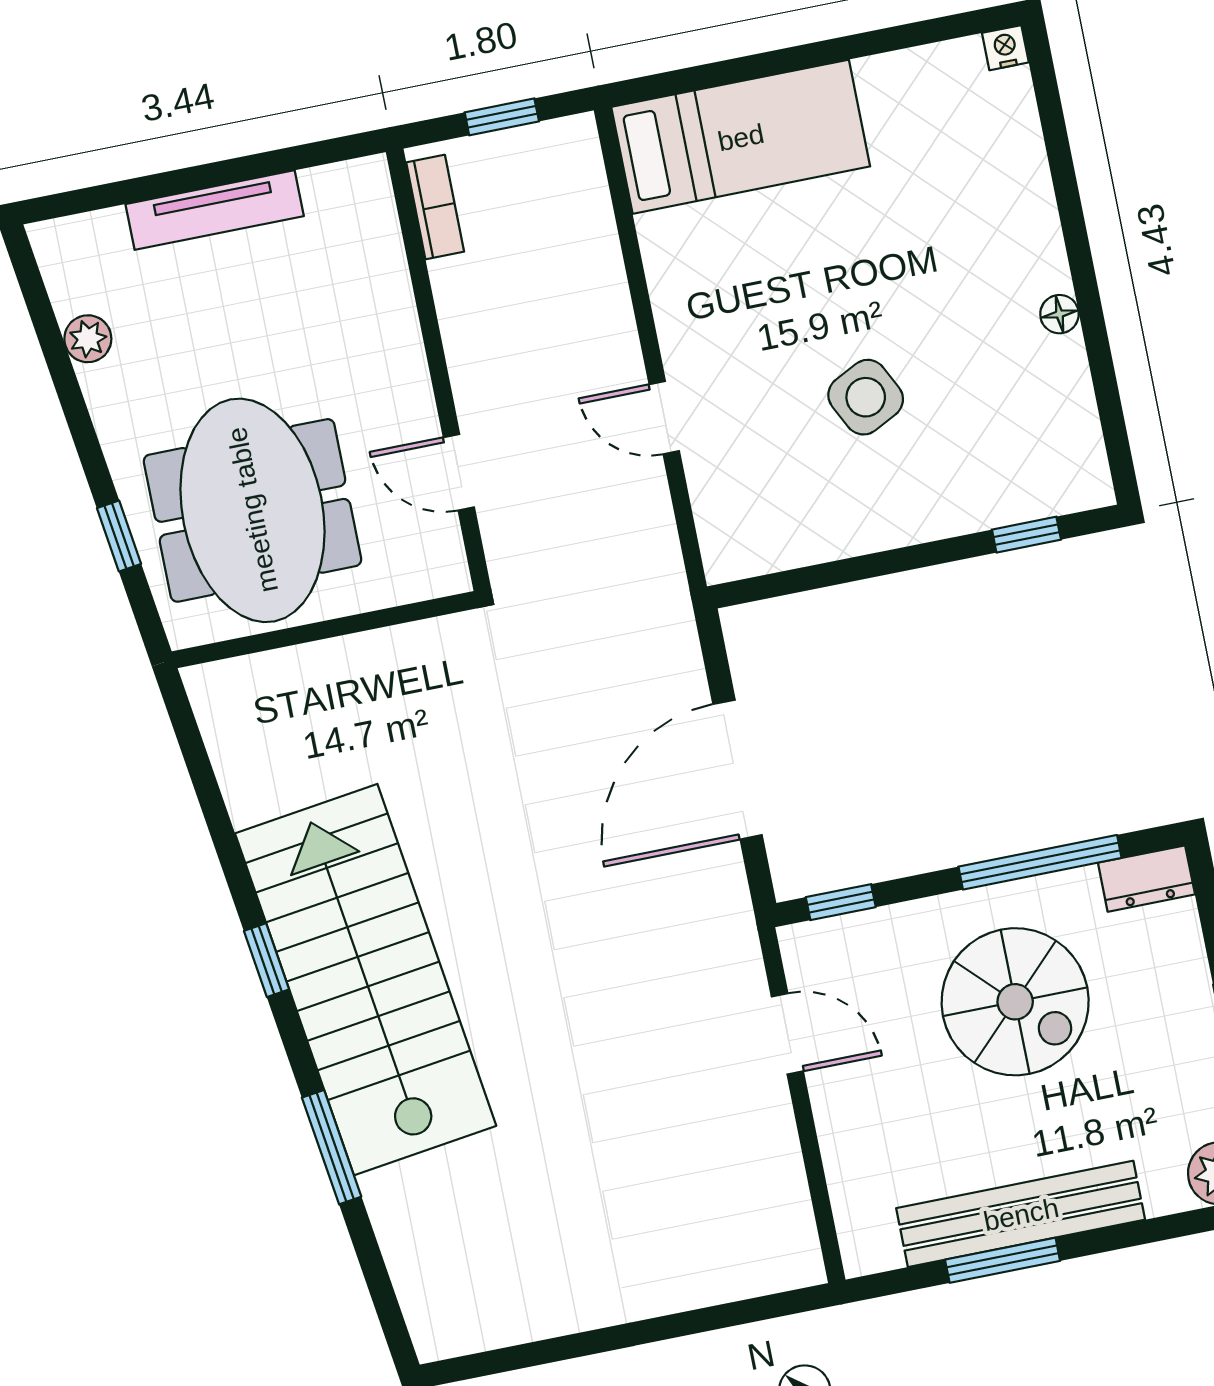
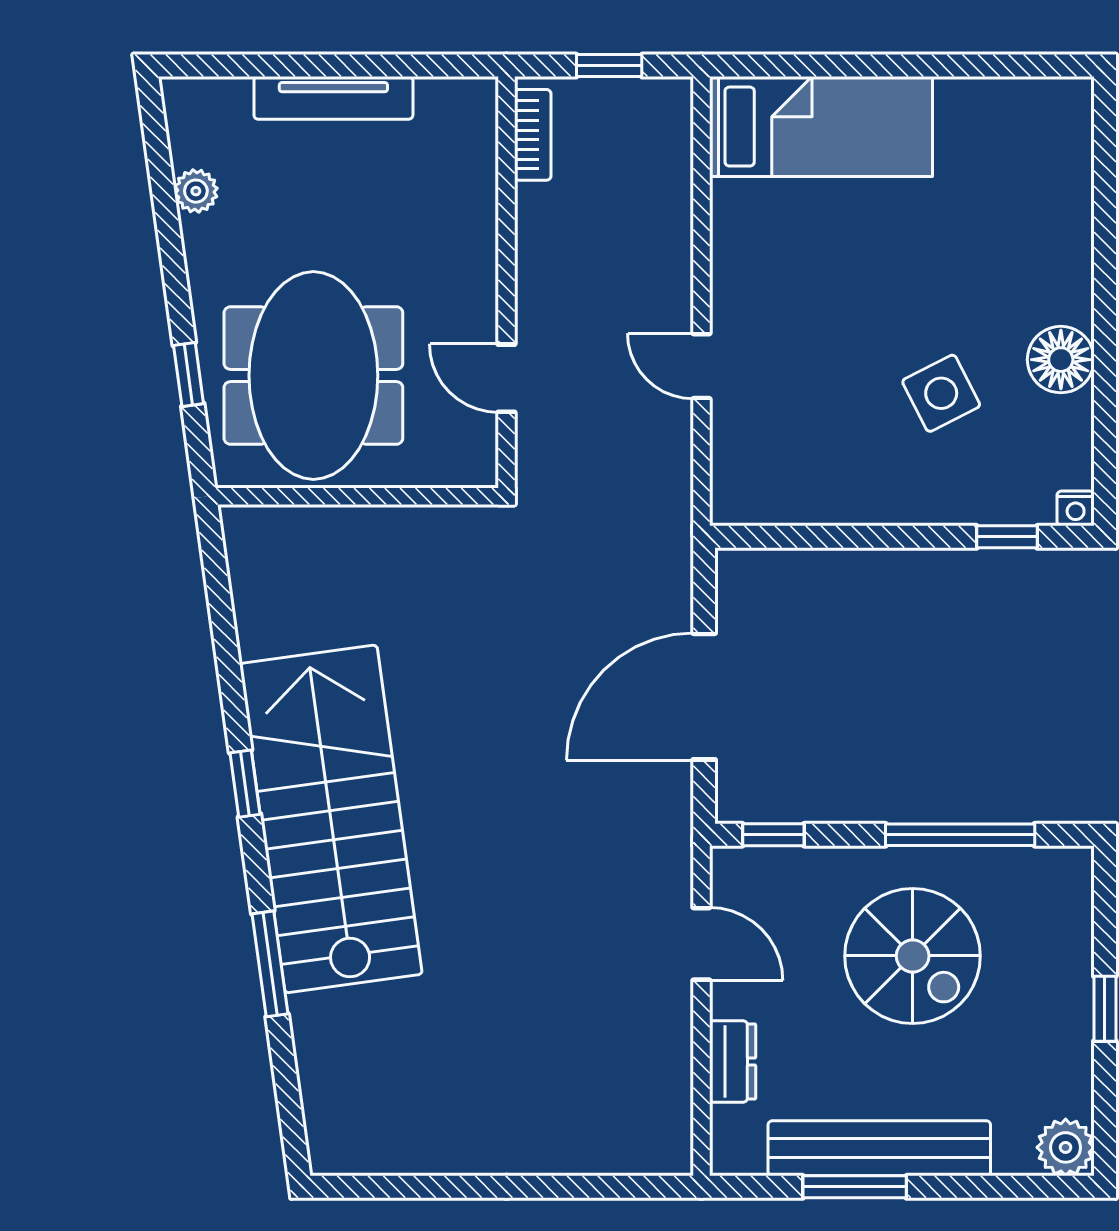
nightstand: (1005, 48) -> (1076, 508), moved, turned 180
floor lamp: (1059, 314) -> (1061, 360), width x1.89, depth x1.89
side table: (866, 397) -> (941, 393), moved
dresser: (1146, 879) -> (733, 1061), moved, turned -90

